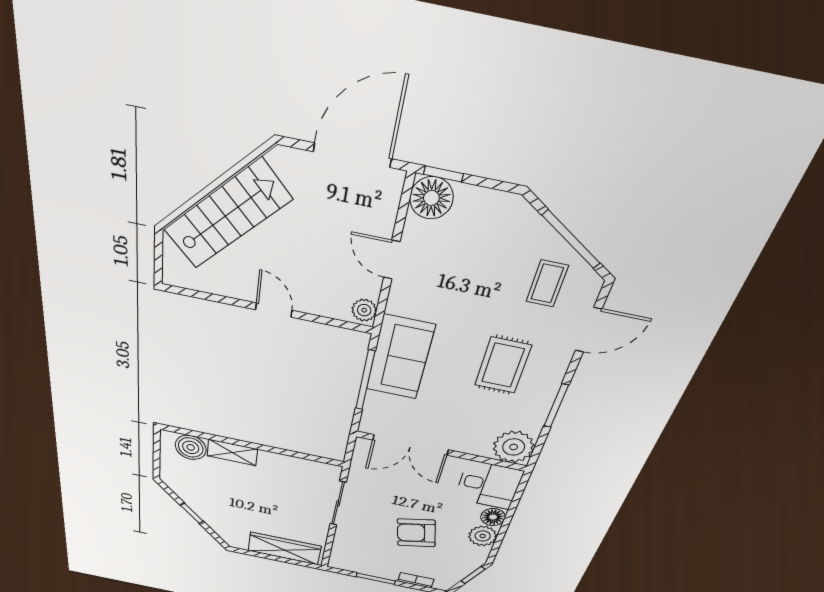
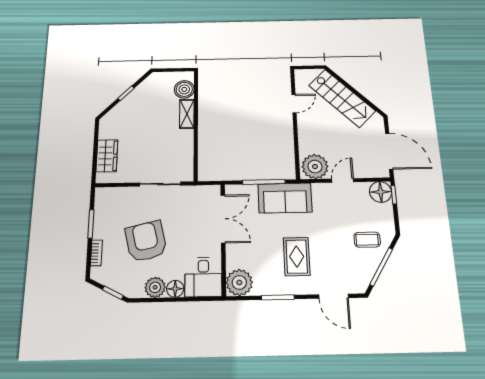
coffee table: (547, 284) -> (367, 240), moved
door: (274, 310) -> (294, 104), moved
plant: (364, 310) -> (315, 167), width x1.87, depth x1.87
rug: (503, 365) -> (297, 257), turned 90
double door: (410, 445) -> (223, 219), swing flipped
armchair: (416, 533) -> (146, 241), width x1.36, depth x1.36
wardrobe: (284, 548) -> (107, 156), width x0.67

